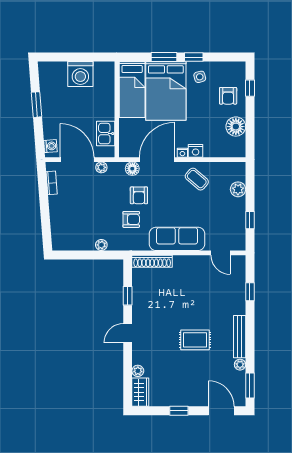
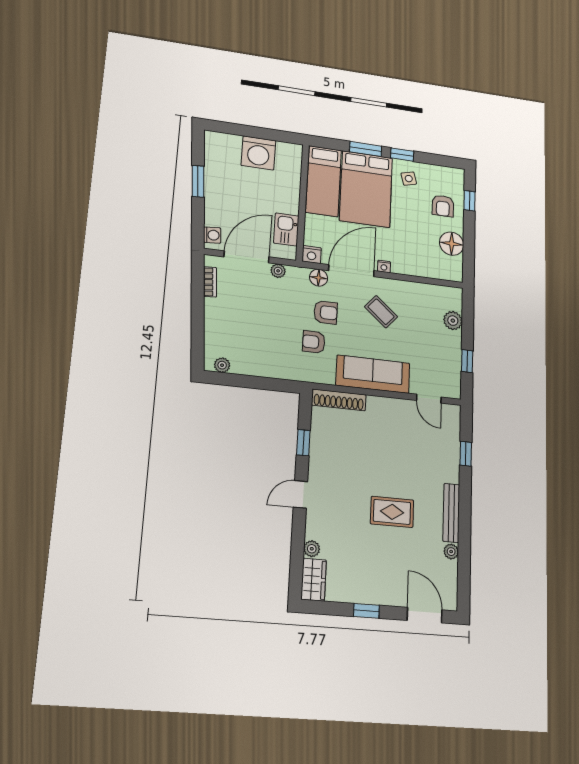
nightstand: (196, 151) -> (312, 255), moved
door: (77, 160) -> (247, 257), hinge flipped
coffee table: (197, 179) -> (381, 312), moved
armchair: (139, 195) -> (326, 312), turned -90
armchair: (131, 219) -> (314, 342), turned 180
plant: (101, 245) -> (222, 365), moved
window: (250, 386) -> (464, 582), removed

